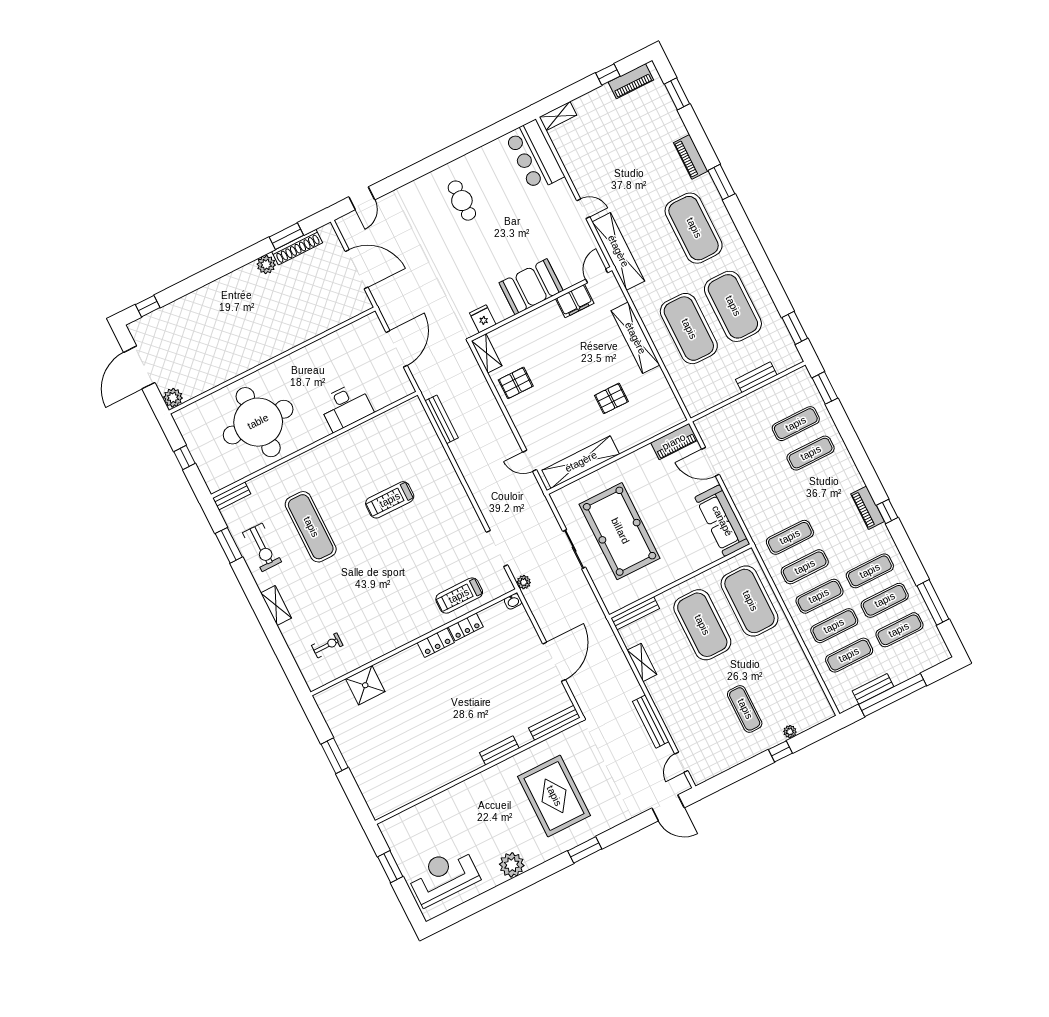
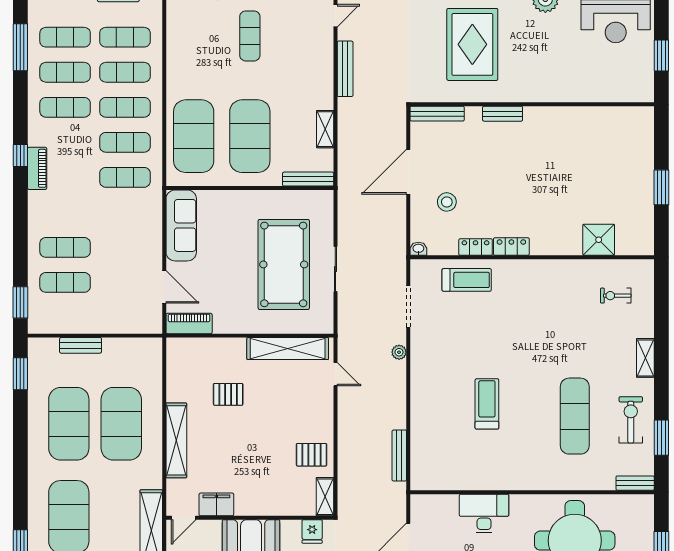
treadmill: (390, 500) -> (487, 404), turned -90
plant: (524, 582) -> (399, 352), moved
stool: (509, 653) -> (447, 202), added

